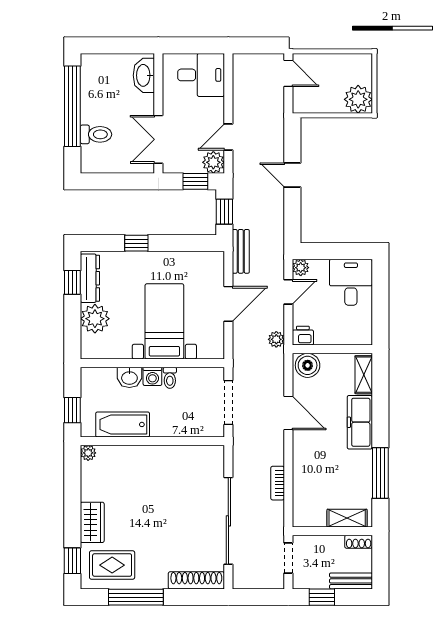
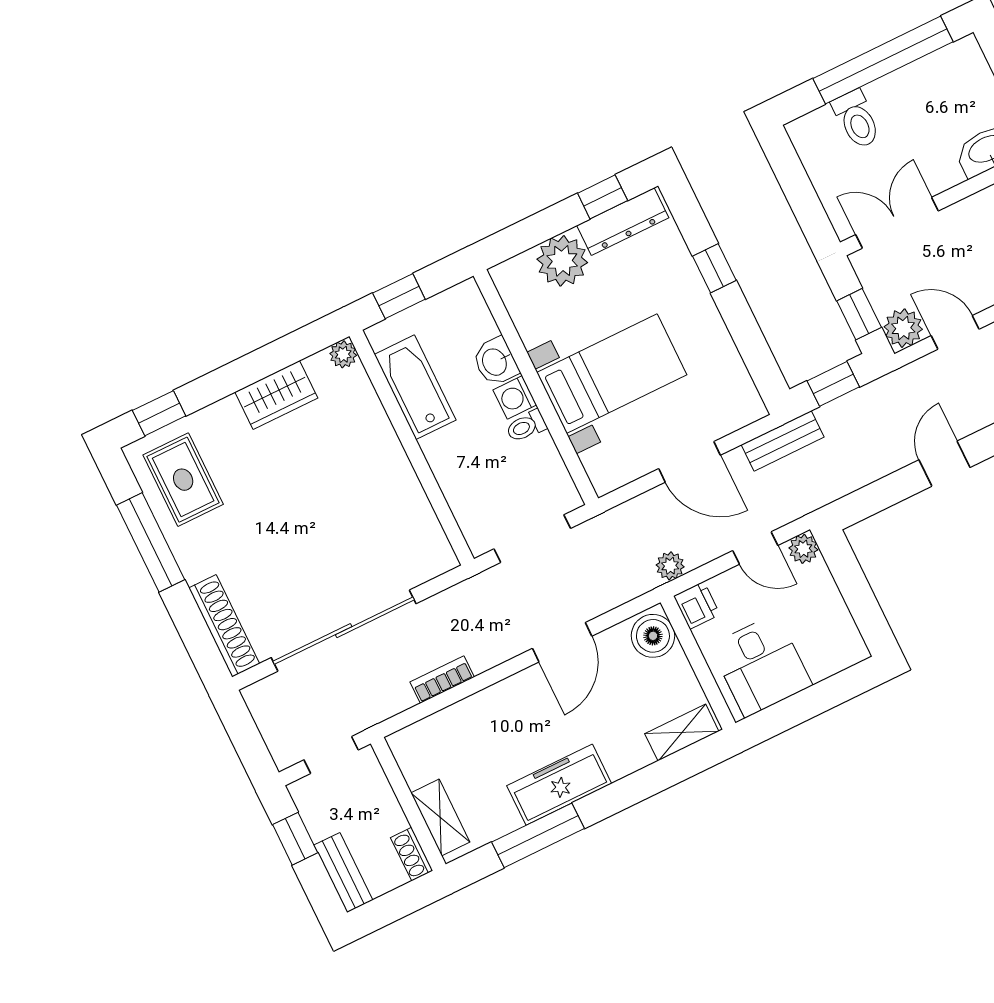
desk: (351, 282) -> (761, 665), moved, turned 90
freezer: (360, 422) -> (559, 785), moved
wardrobe: (92, 522) -> (276, 395), moved

